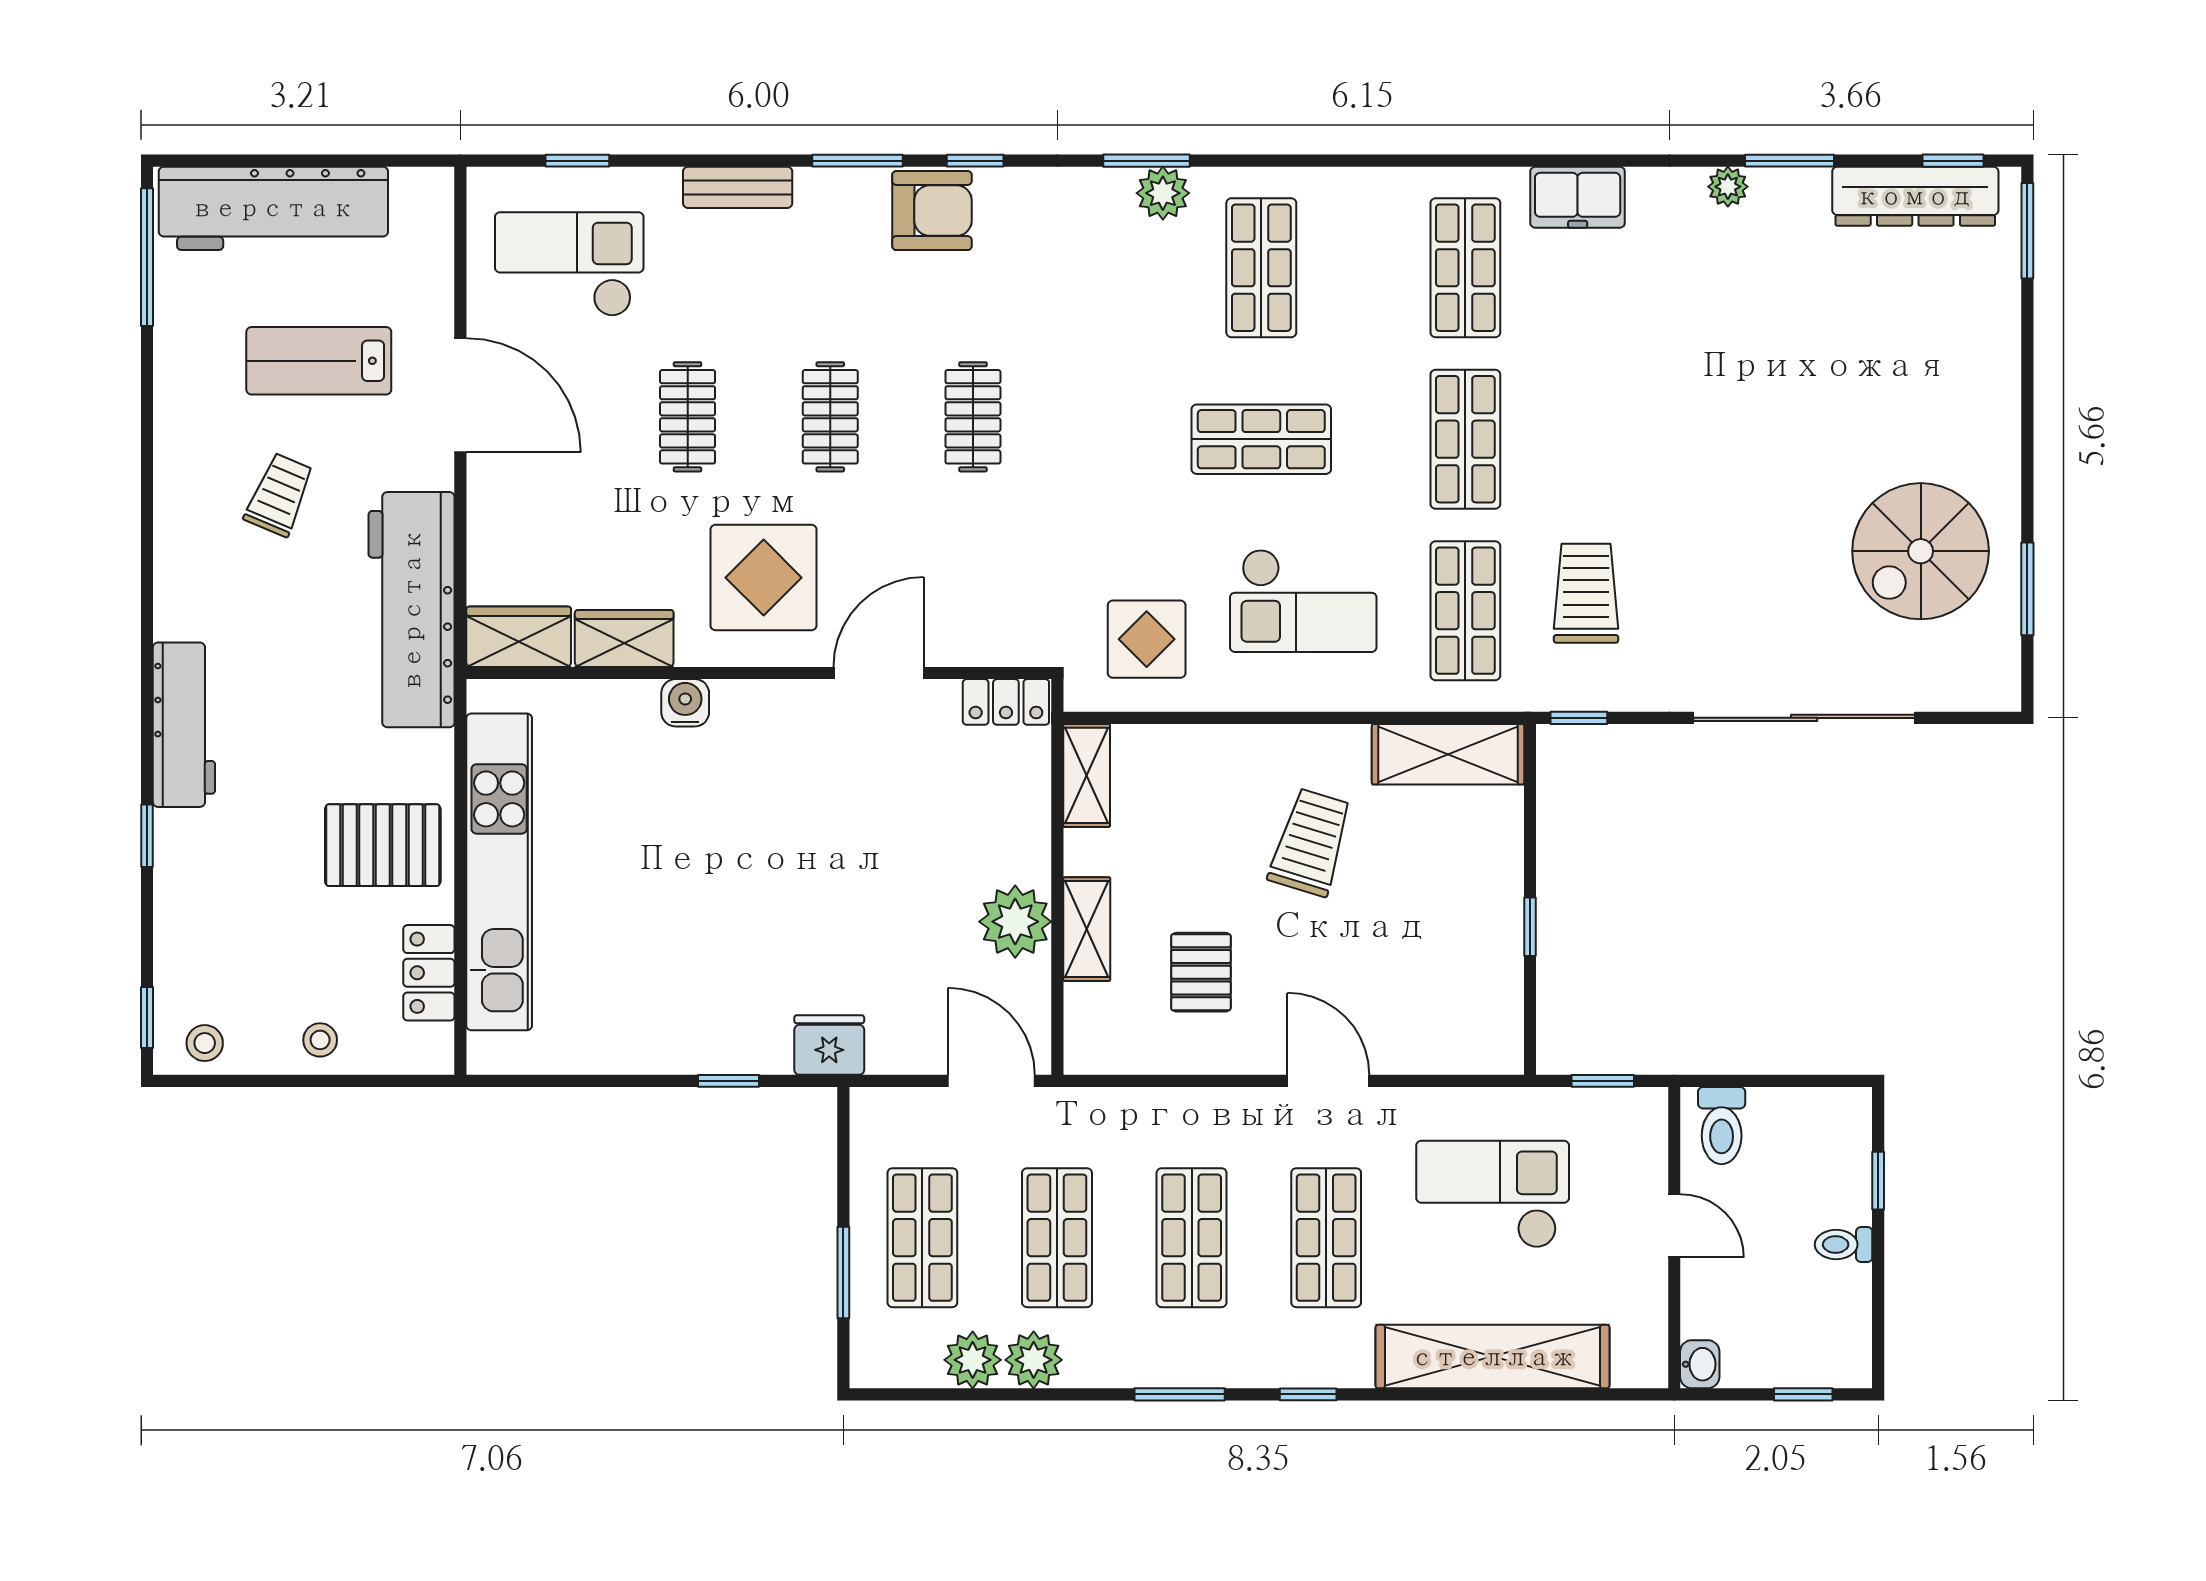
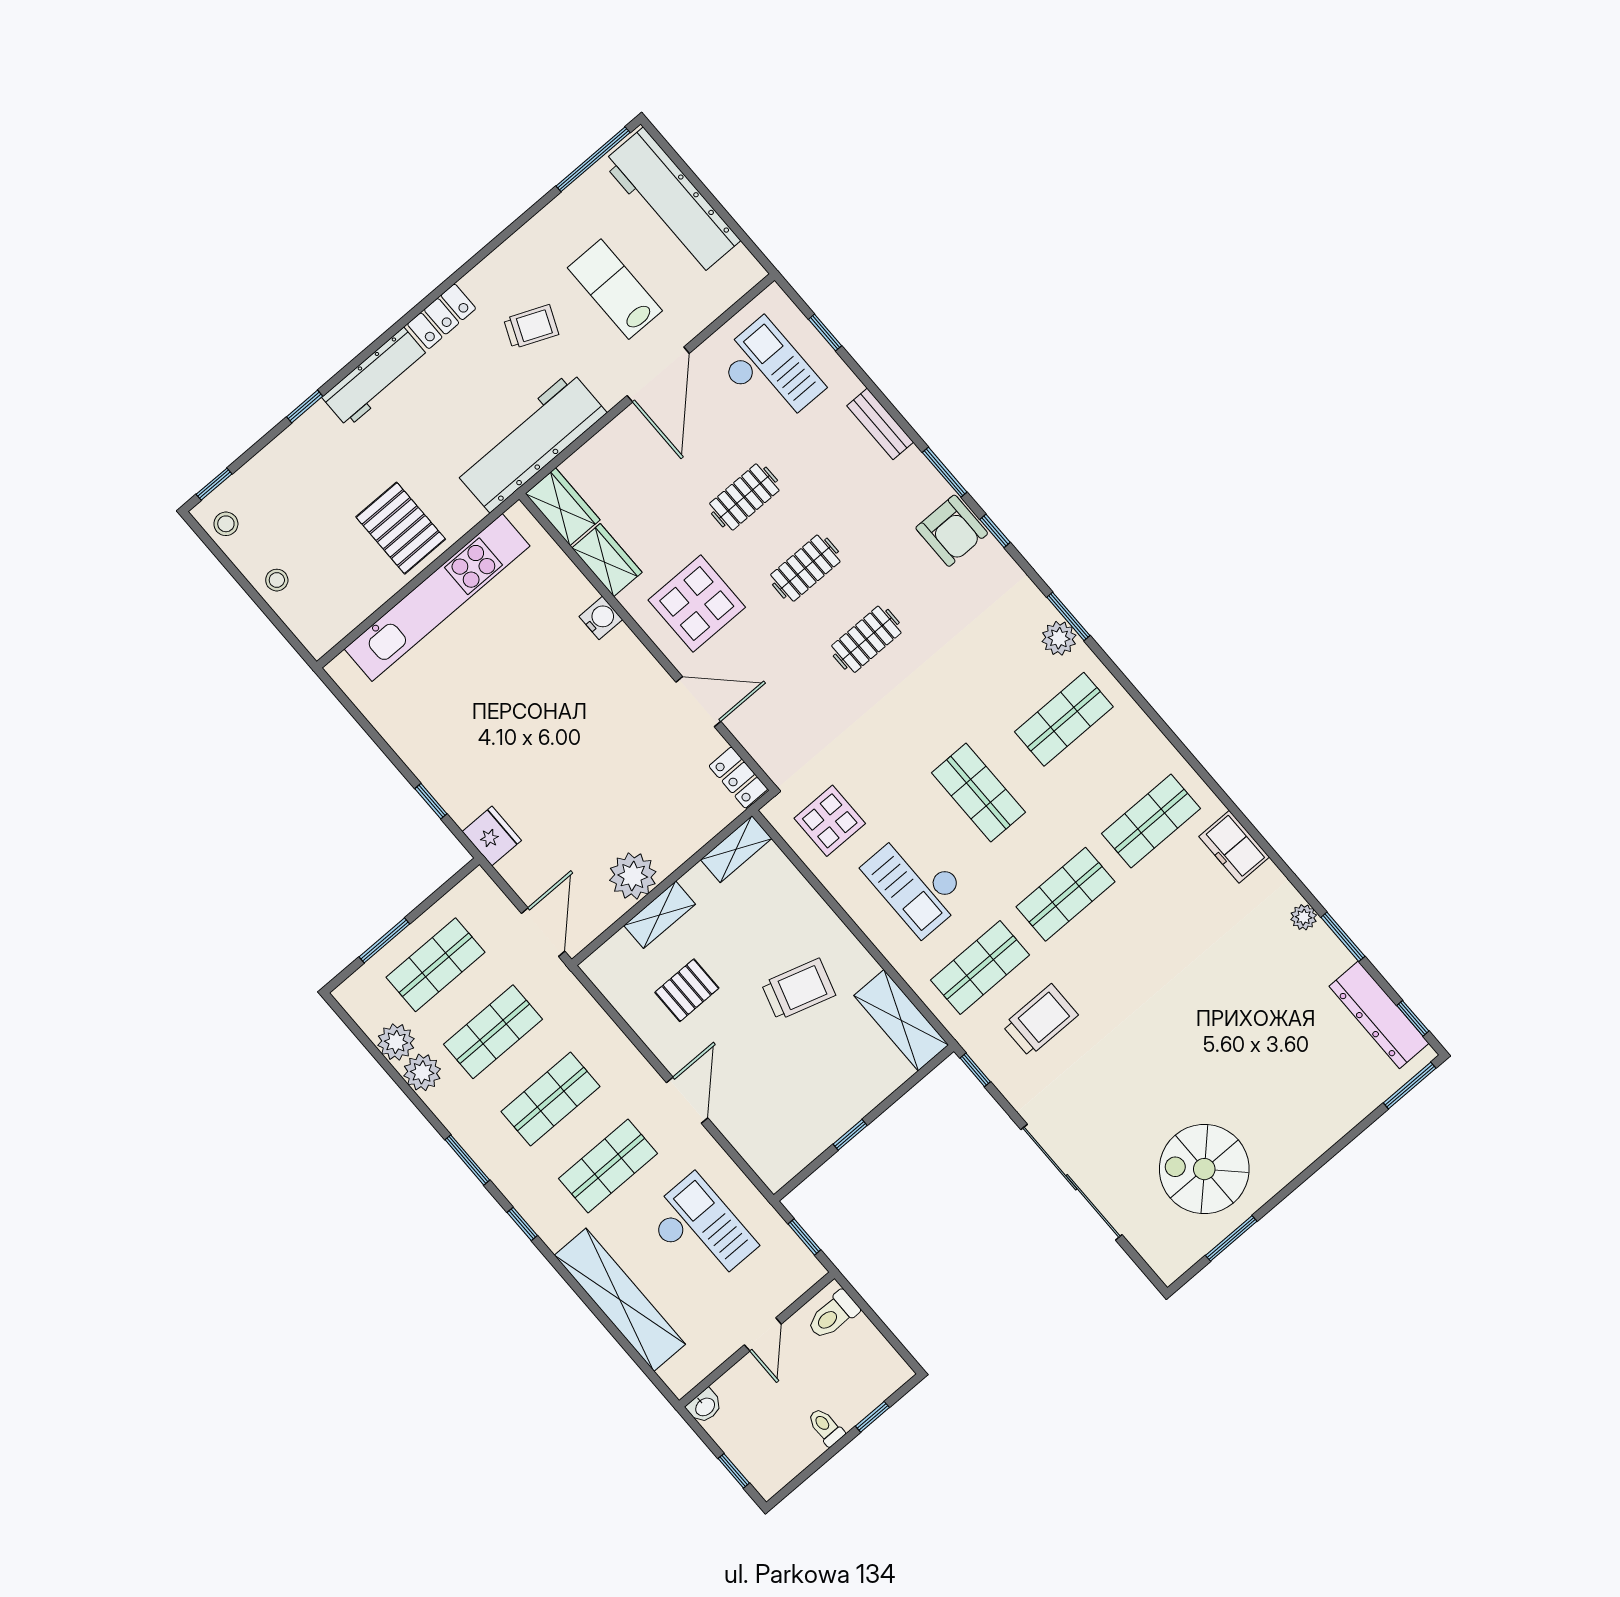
locker: (429, 973) -> (442, 316), moved, turned 180

